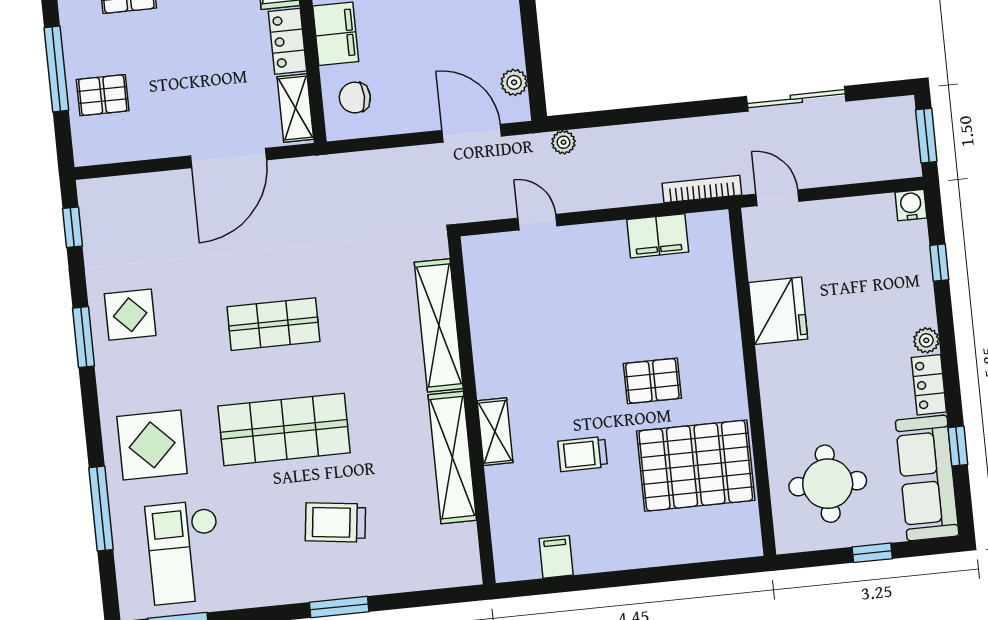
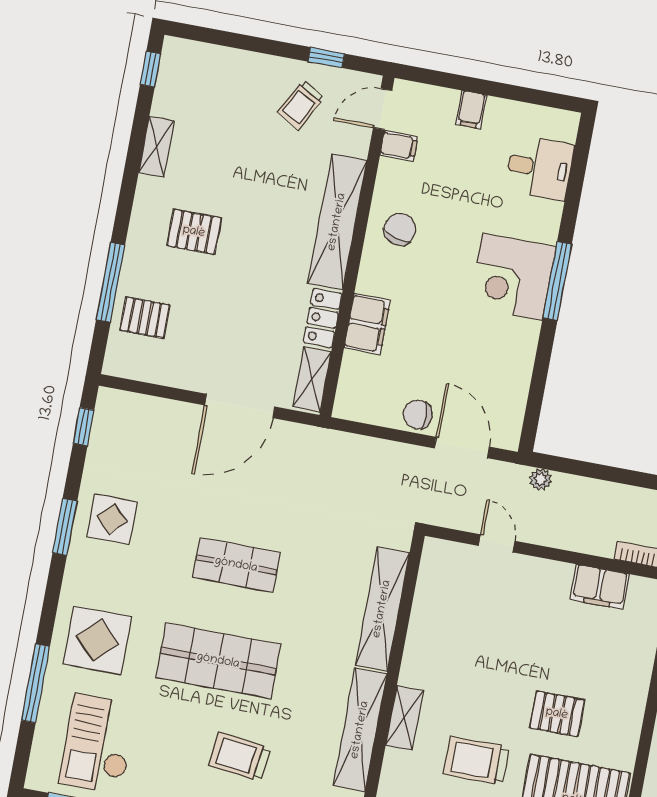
plant: (514, 82) -> (512, 413), removed
chair: (355, 98) -> (418, 414), moved
trolley: (583, 454) -> (476, 760), width x1.36, depth x1.39

